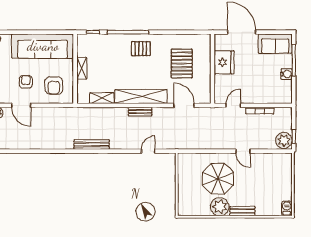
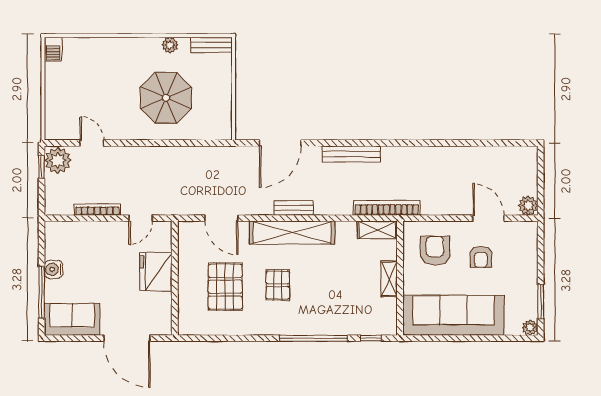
pallet: (141, 49) -> (278, 285), moved, turned 90
fridge: (224, 62) -> (156, 272), moved
shelving: (102, 98) -> (377, 230), moved
bookcase: (83, 112) -> (387, 208), added
bench: (92, 144) -> (351, 154), moved
door: (148, 151) -> (280, 143), width x1.88
door: (243, 151) -> (92, 143), moved
plant: (220, 207) -> (170, 45), width x0.53, depth x0.53
bench: (242, 211) -> (211, 45), moved

